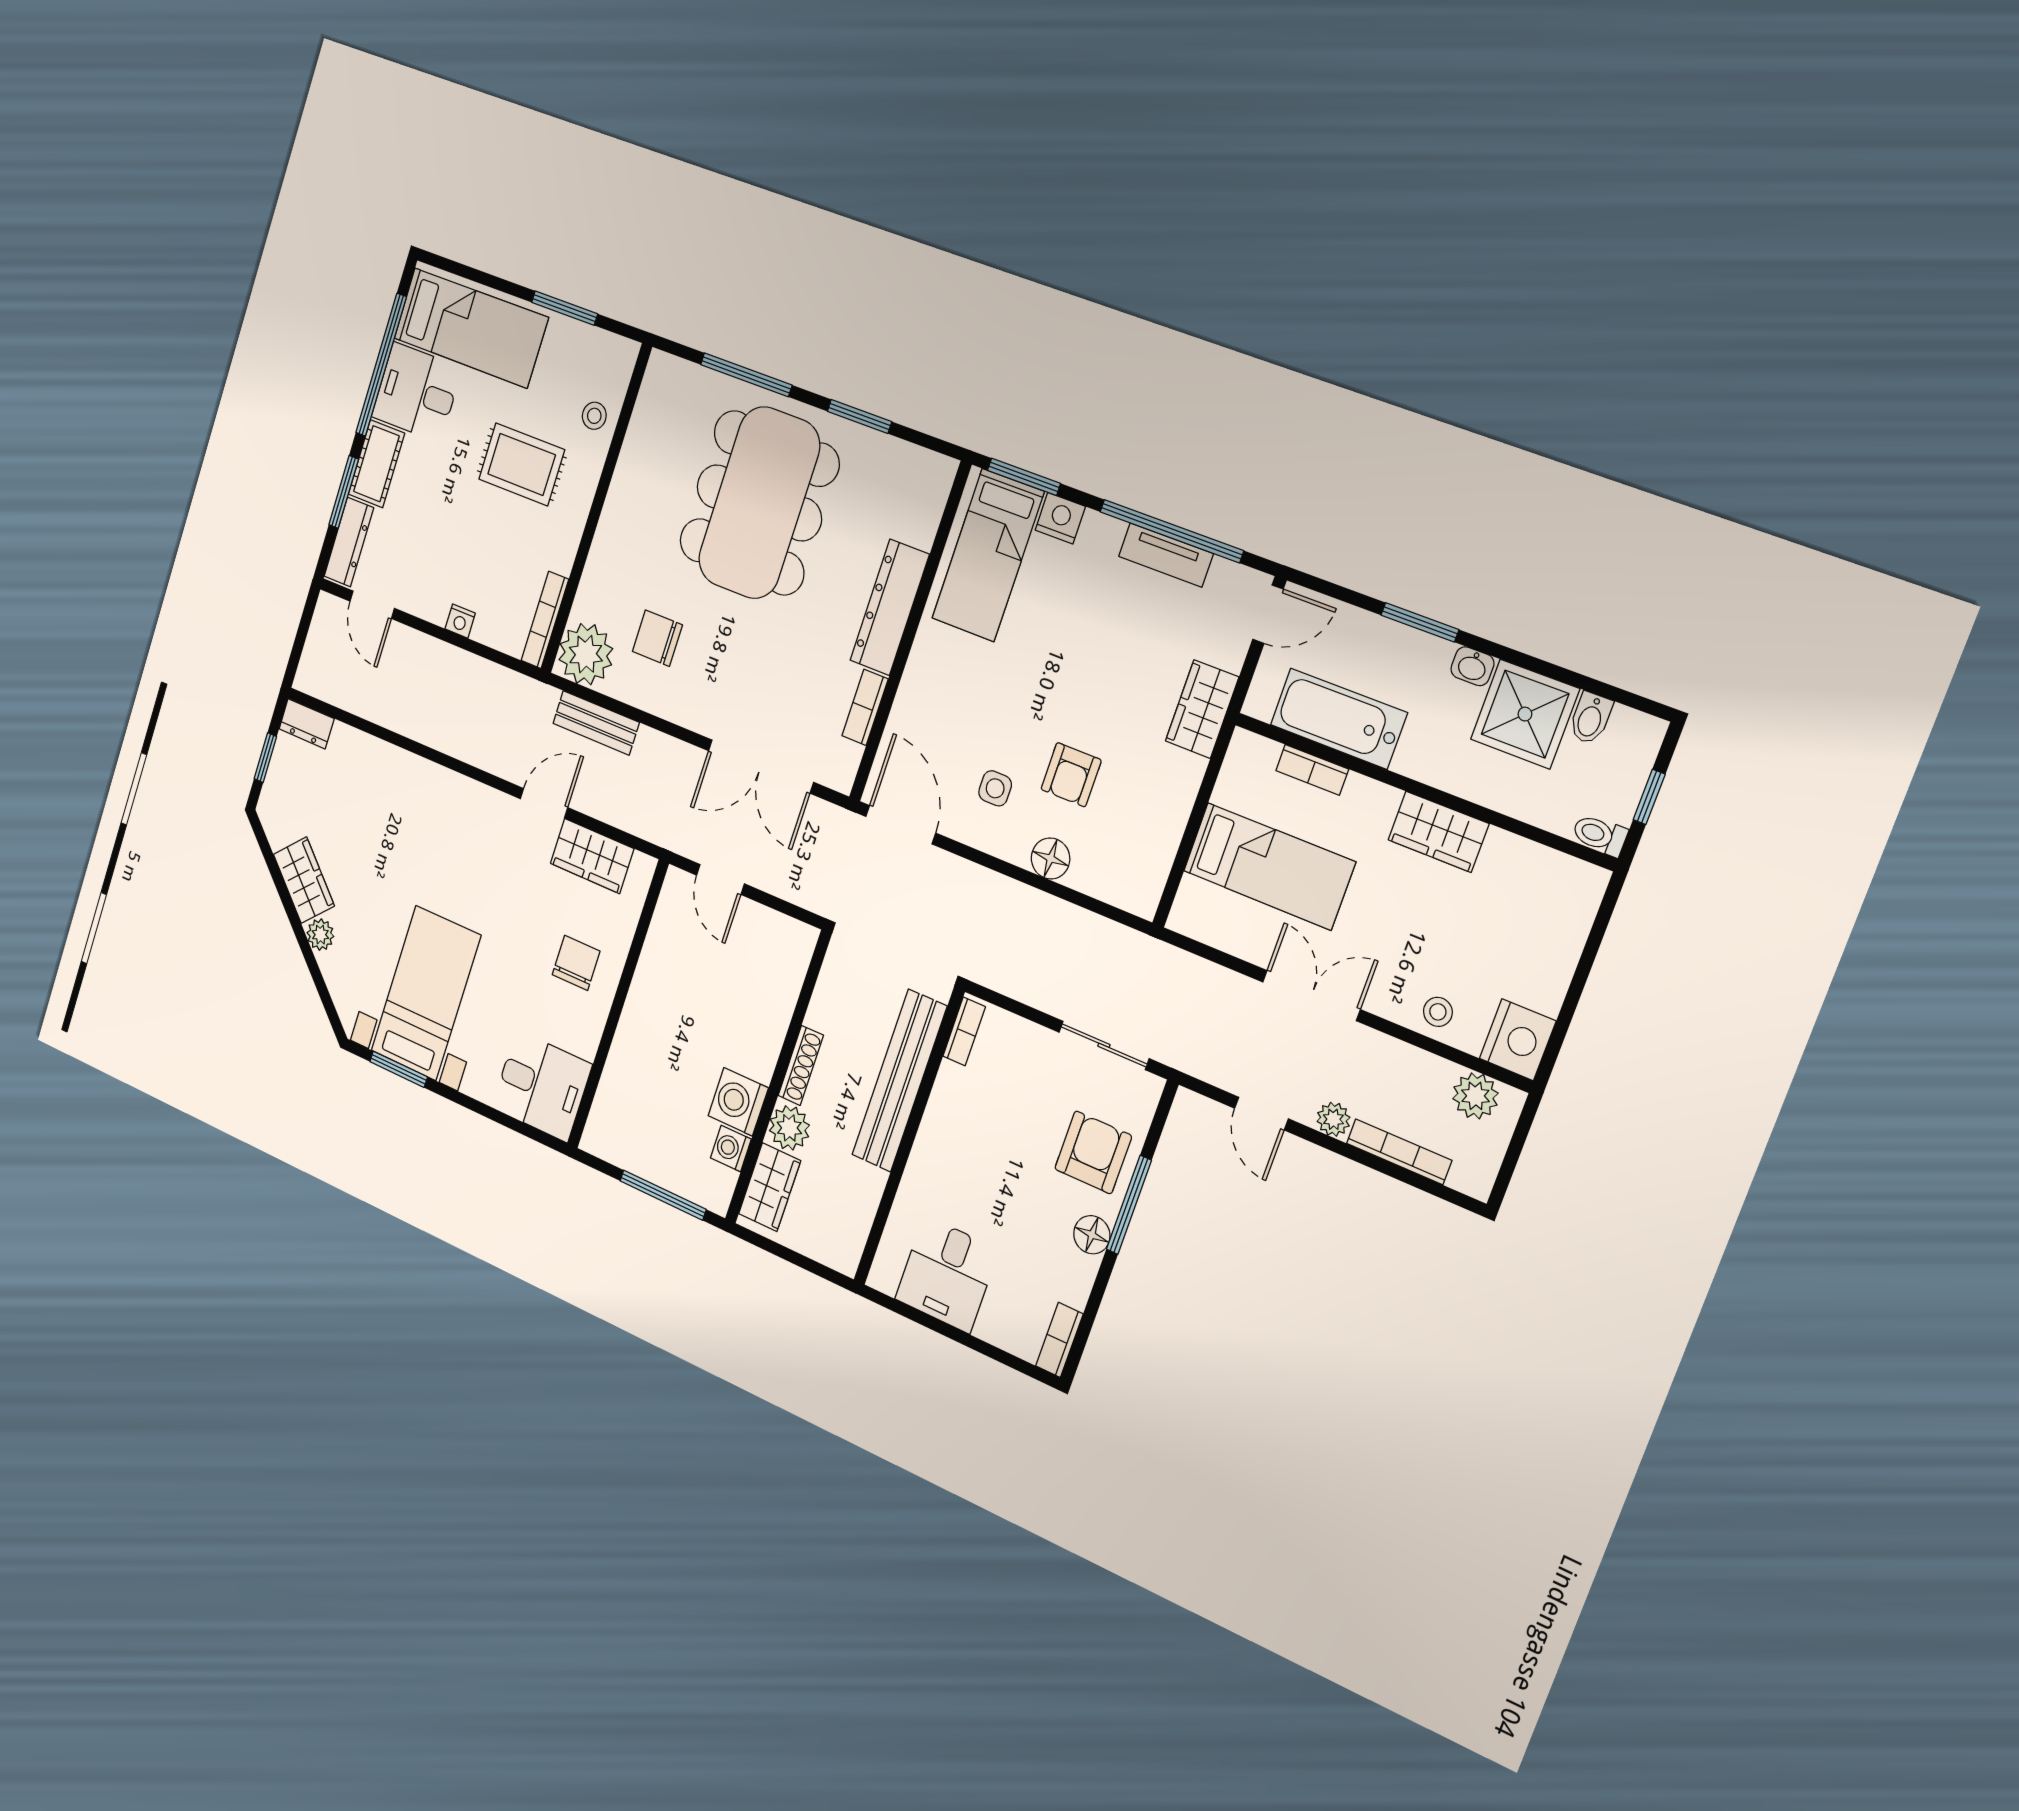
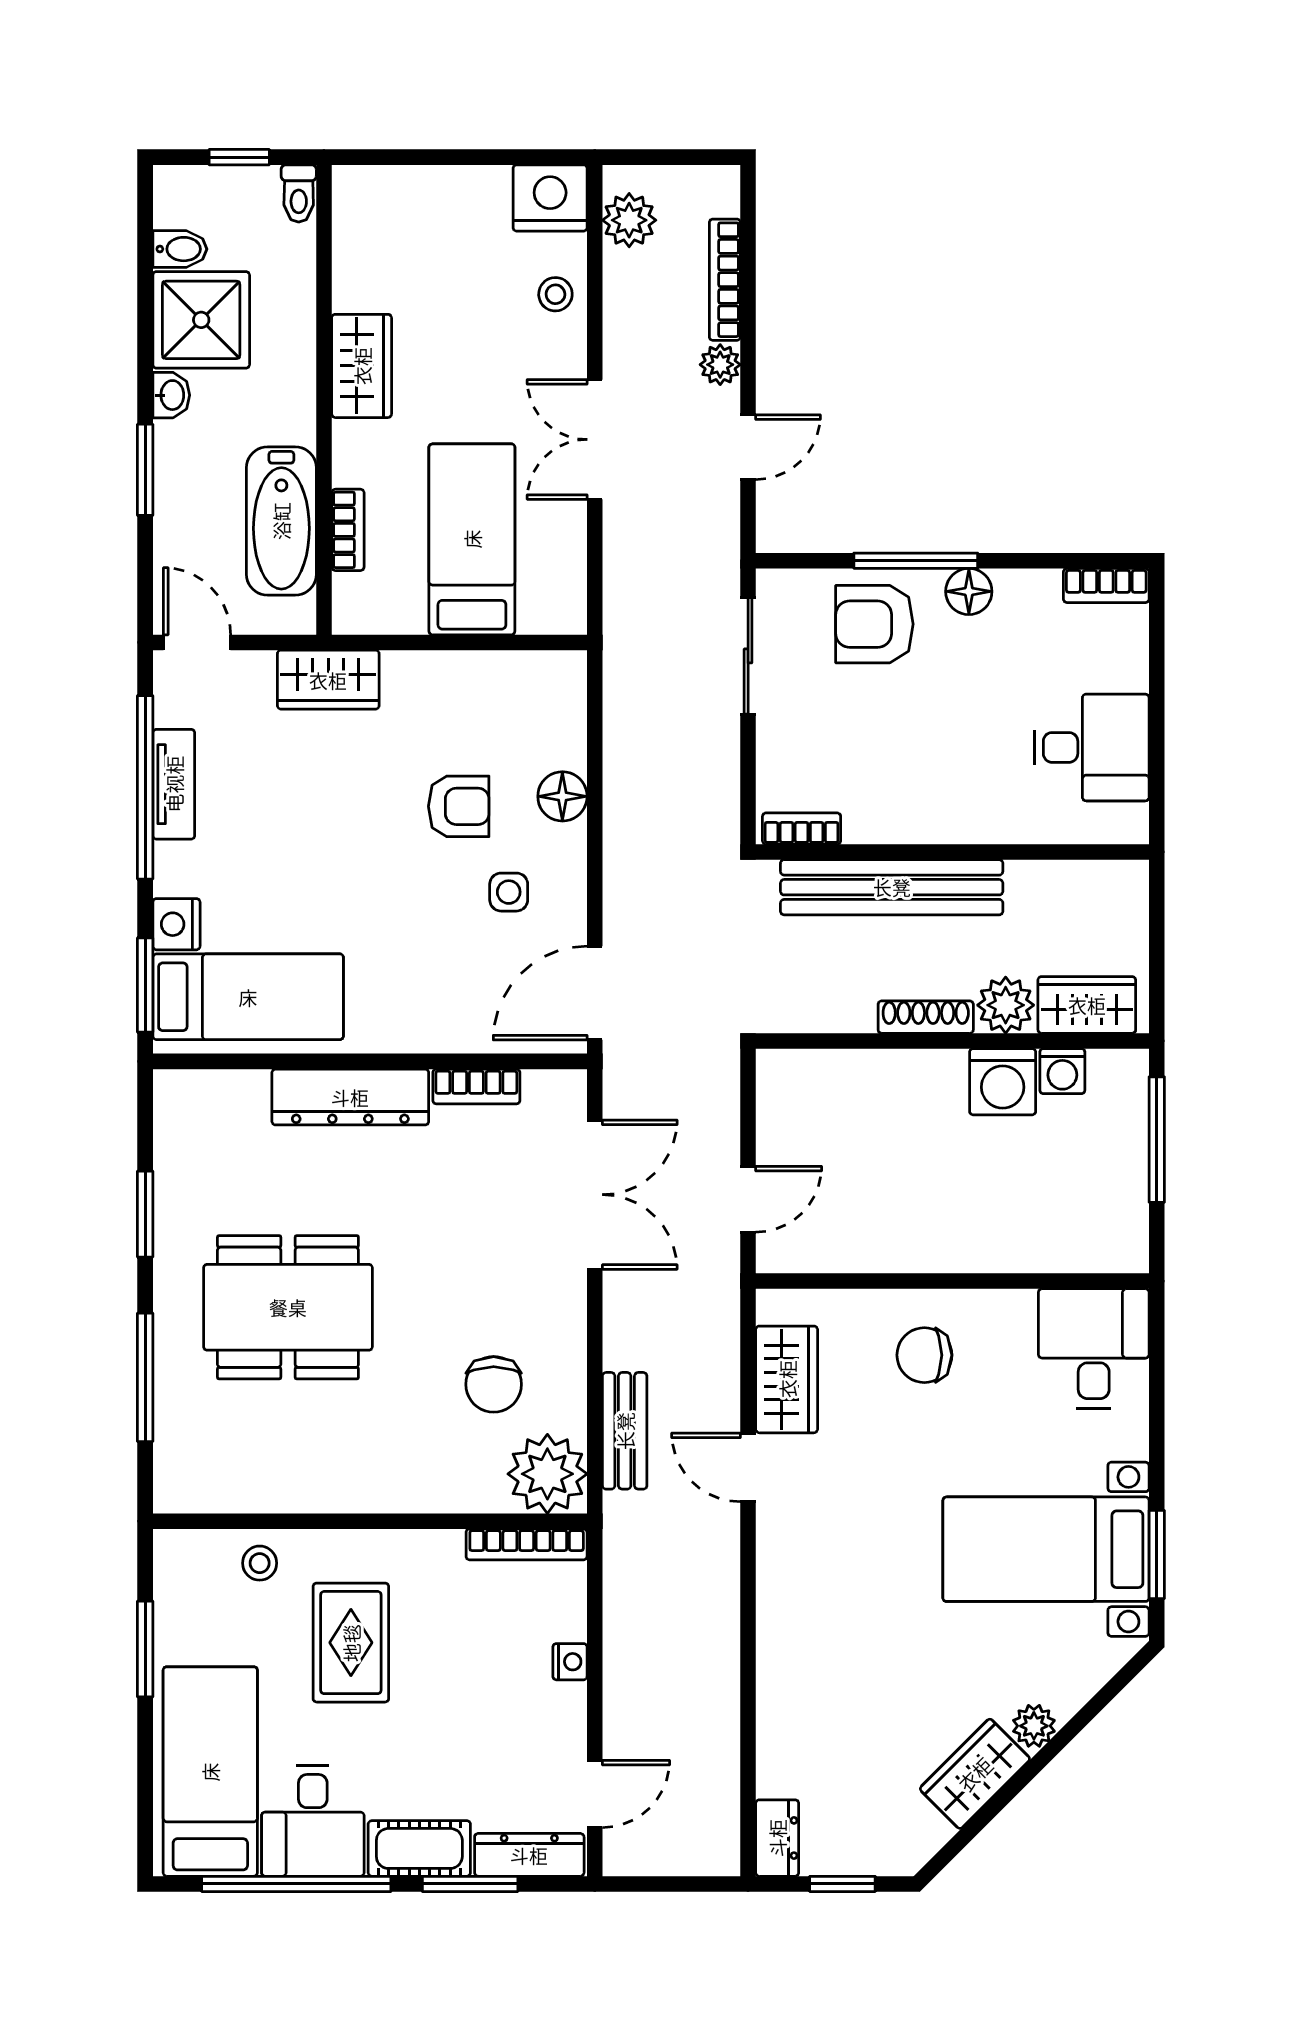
dining table: (759, 503) -> (288, 1307), width x0.73, depth x0.80

